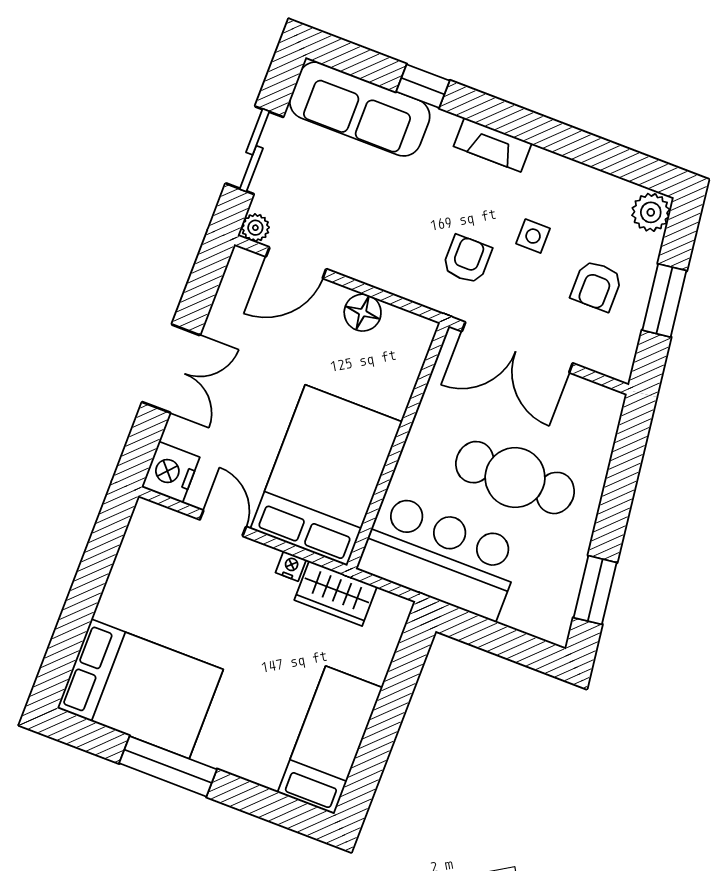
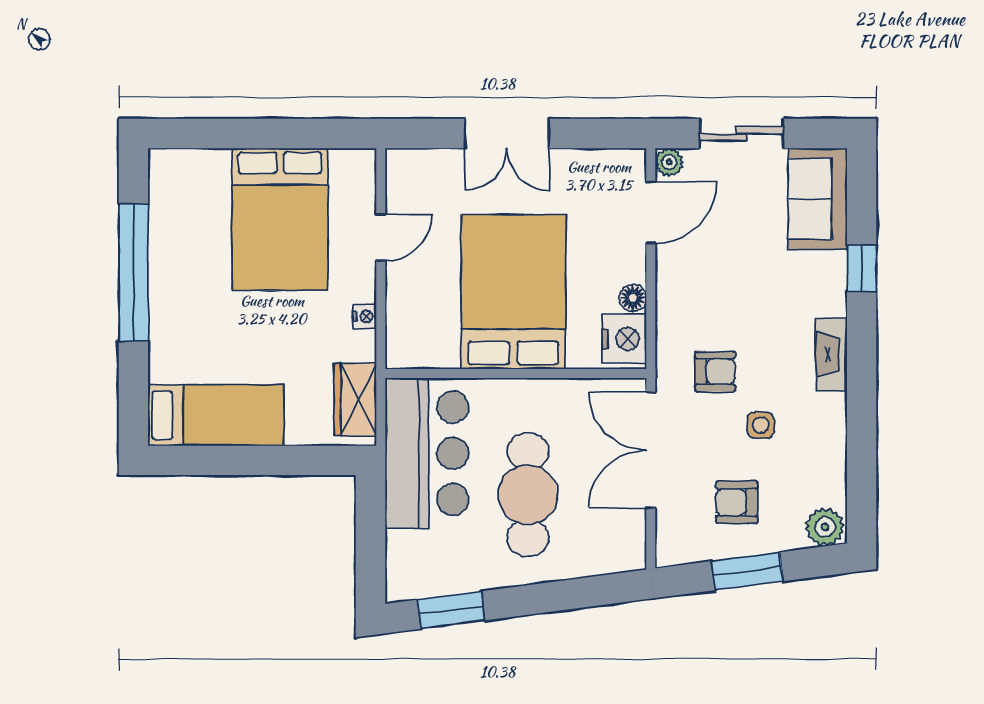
sofa: (360, 109) -> (818, 199), width x0.73
door: (296, 263) -> (651, 213), swing flipped
floor lamp: (363, 313) -> (633, 298), width x0.73, depth x0.73
nightstand: (171, 472) -> (624, 339), moved, turned 90
bed: (326, 475) -> (513, 292), moved, turned -90
wardrobe: (336, 593) -> (355, 400), moved
bed: (140, 689) -> (280, 219), moved
window: (168, 766) -> (133, 273), width x1.46

